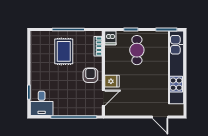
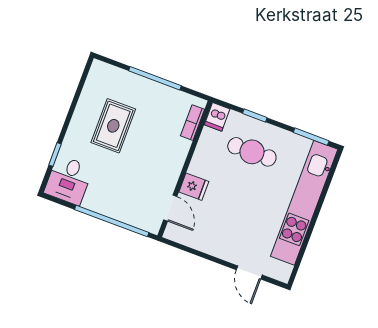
cafe table: (137, 50) -> (252, 152), turned 90
rug: (64, 51) -> (113, 126), moved
armchair: (90, 75) -> (163, 164), removed
door: (103, 98) -> (170, 208), hinge flipped

